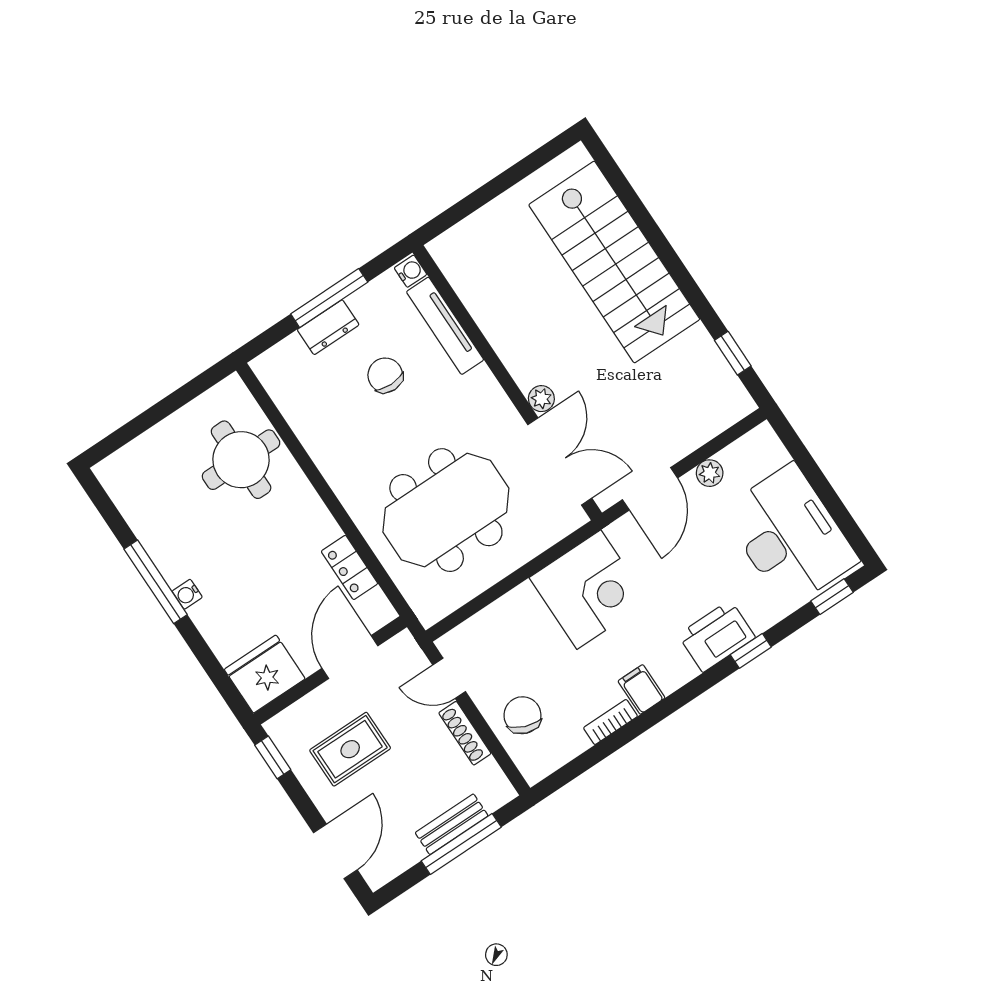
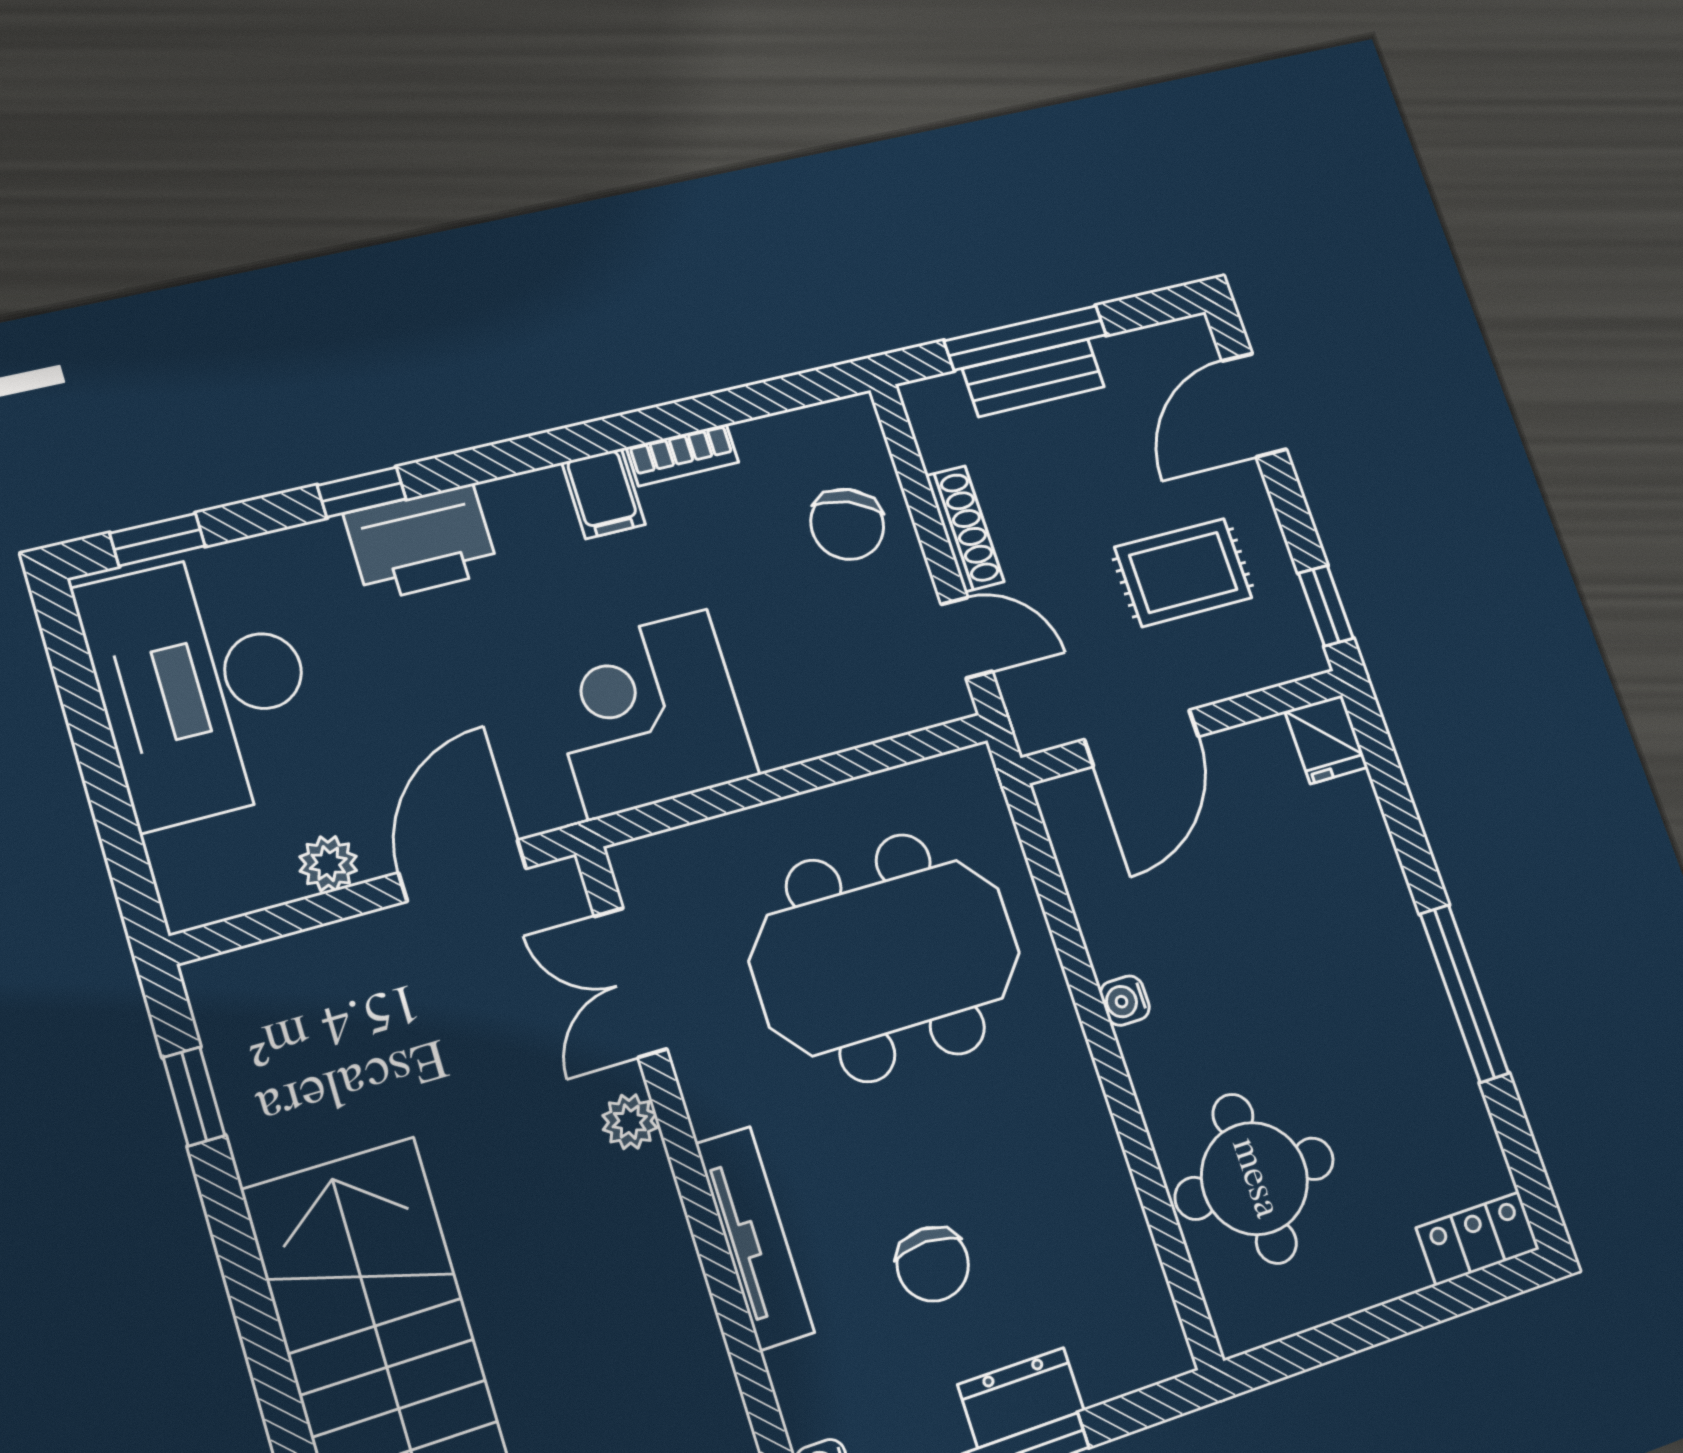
tv unit: (445, 326) -> (755, 1238), moved
double door: (560, 461) -> (630, 983), width x0.73
locker: (349, 567) -> (1478, 1238), moved, turned -90
water cooler: (187, 594) -> (1125, 1001), moved, turned 180
fridge: (265, 674) -> (1326, 739), width x0.53, depth x0.75

